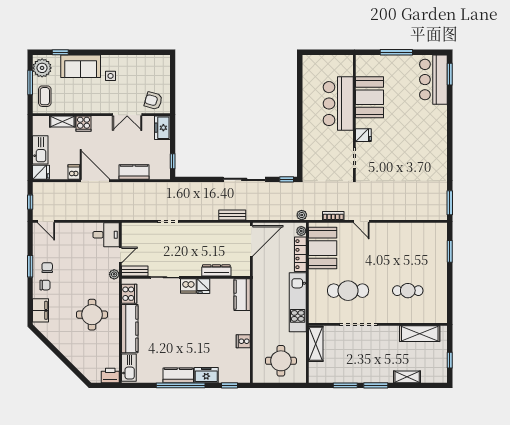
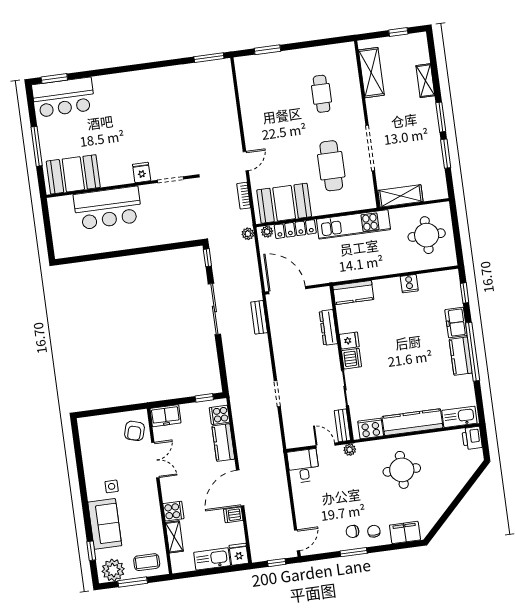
booth: (369, 97) -> (73, 174), moved
cooker: (157, 172) -> (219, 415), added

